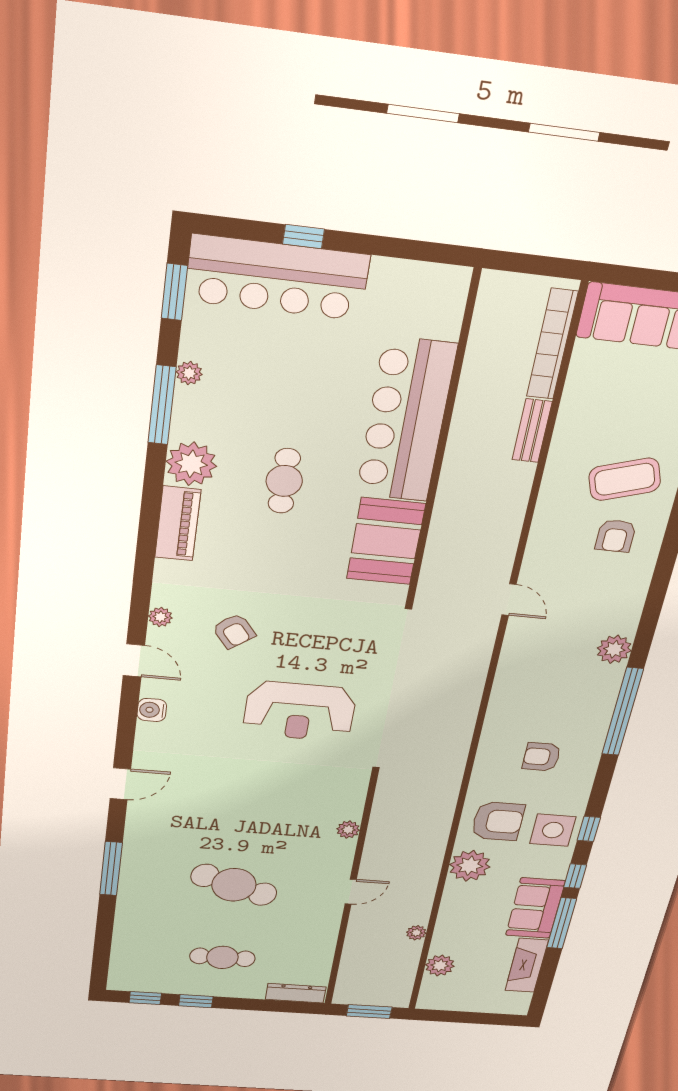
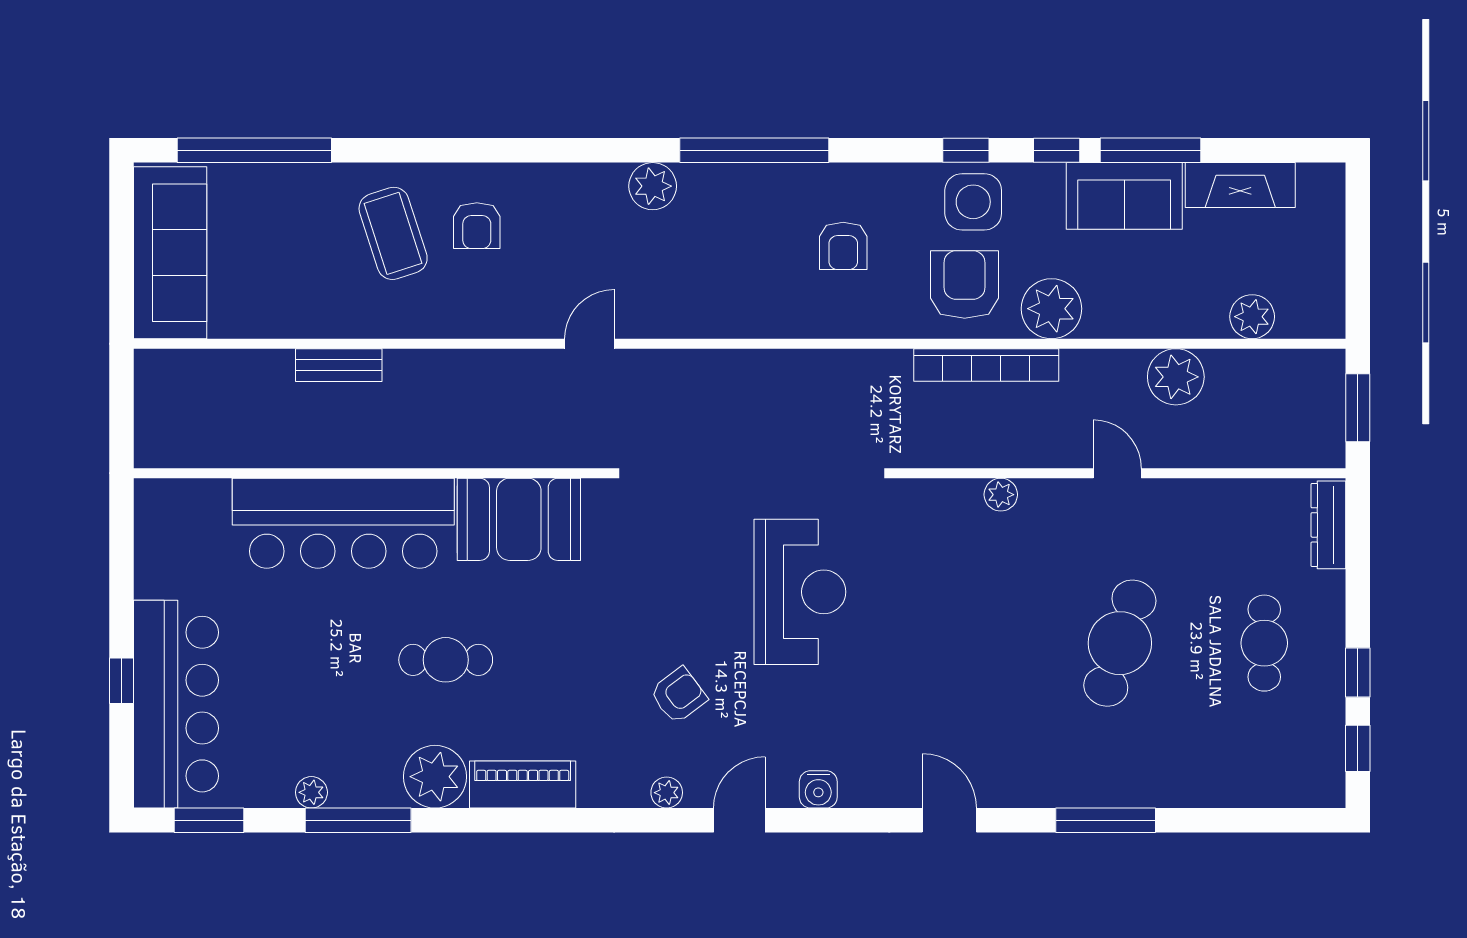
bookcase: (552, 344) -> (986, 365), moved
armchair: (616, 536) -> (477, 226), turned 90
plant: (416, 933) -> (1176, 377), width x1.87, depth x1.87

